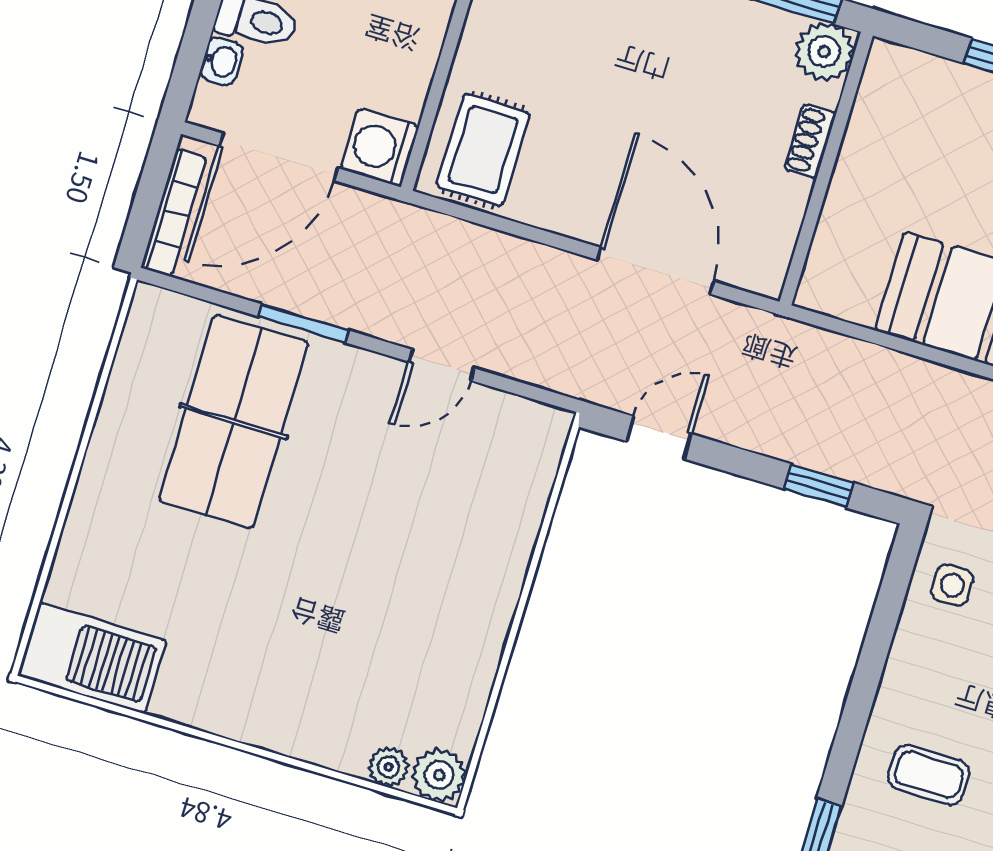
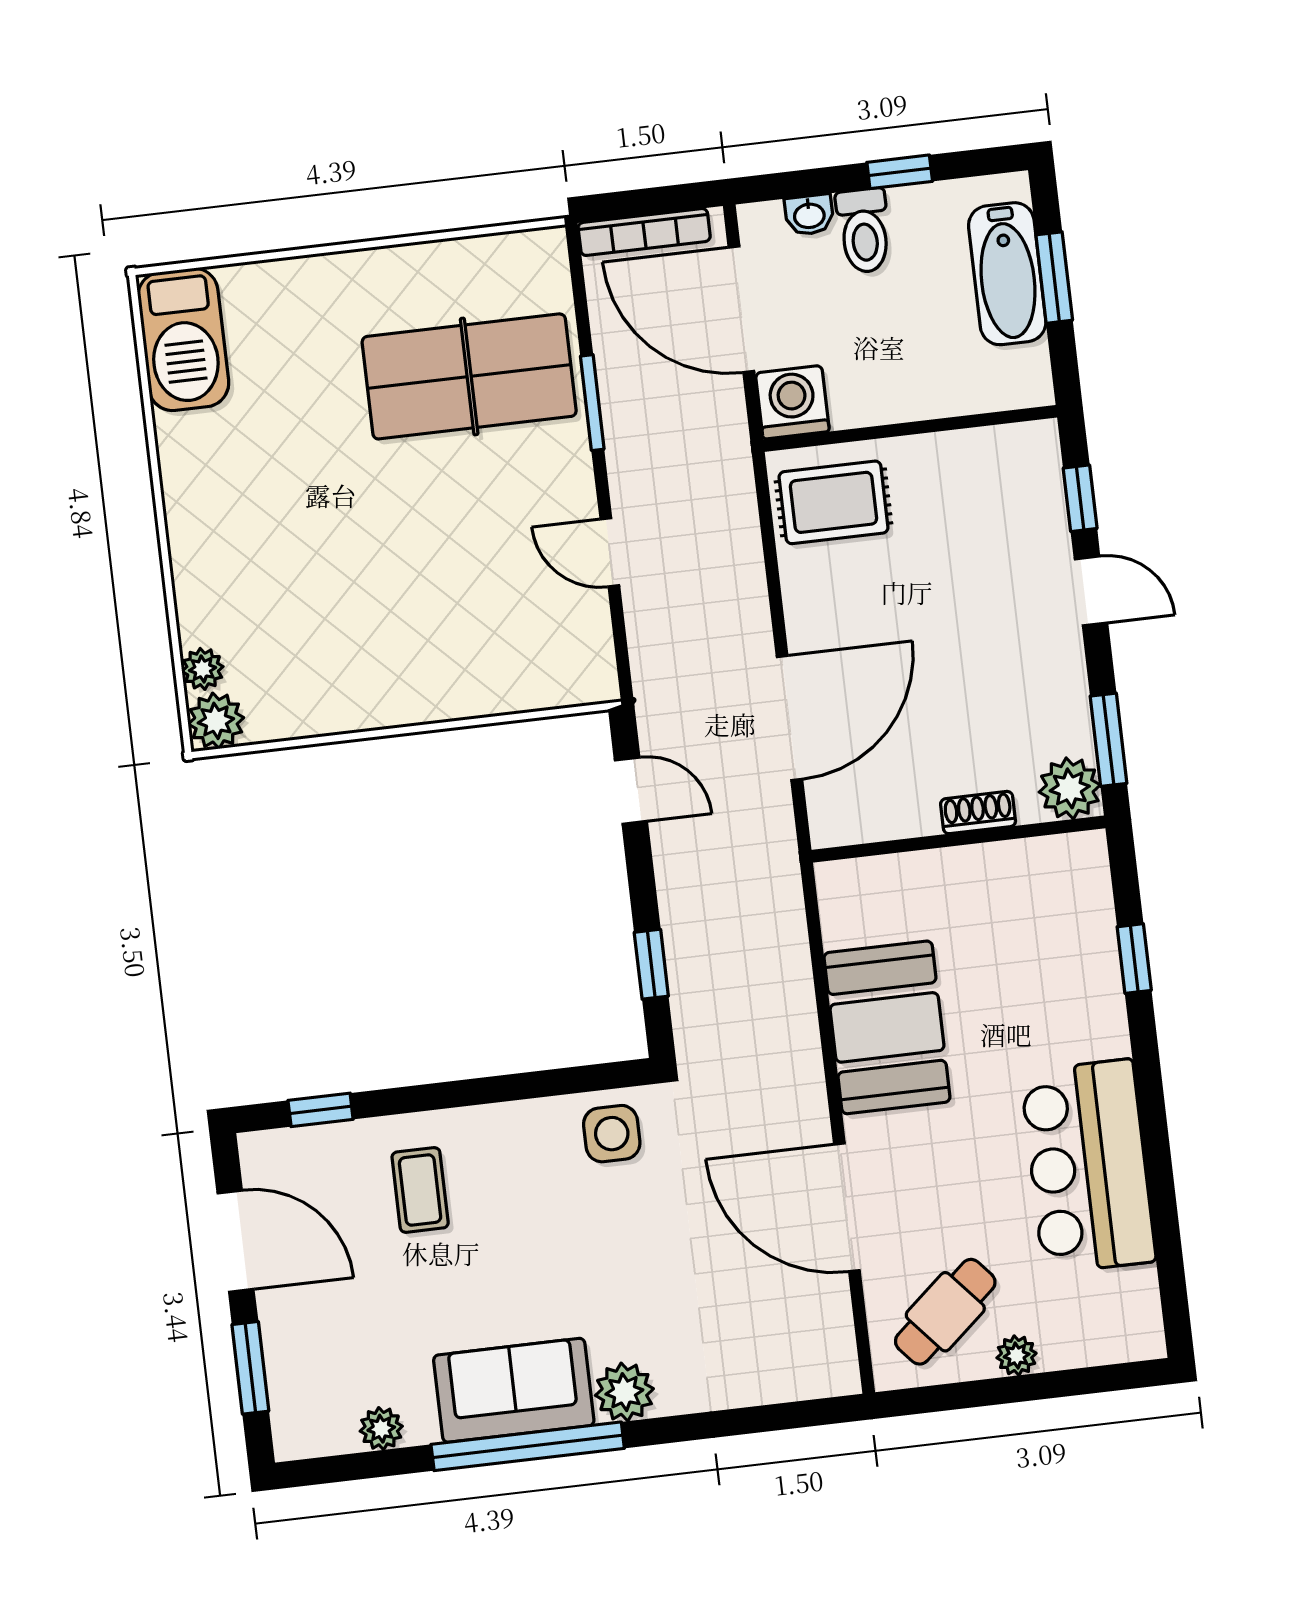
side table: (952, 585) -> (612, 1134), width x1.37, depth x1.37

